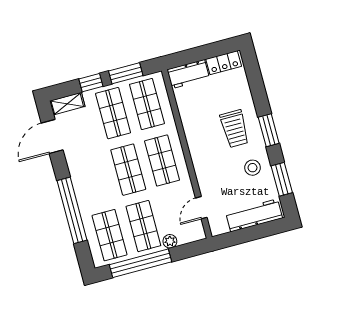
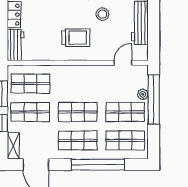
trolley: (235, 129) -> (76, 38), moved
shop shelf: (162, 161) -> (78, 140), moved
door: (201, 208) -> (123, 63), swing flipped
window: (140, 263) -> (154, 99), moved

